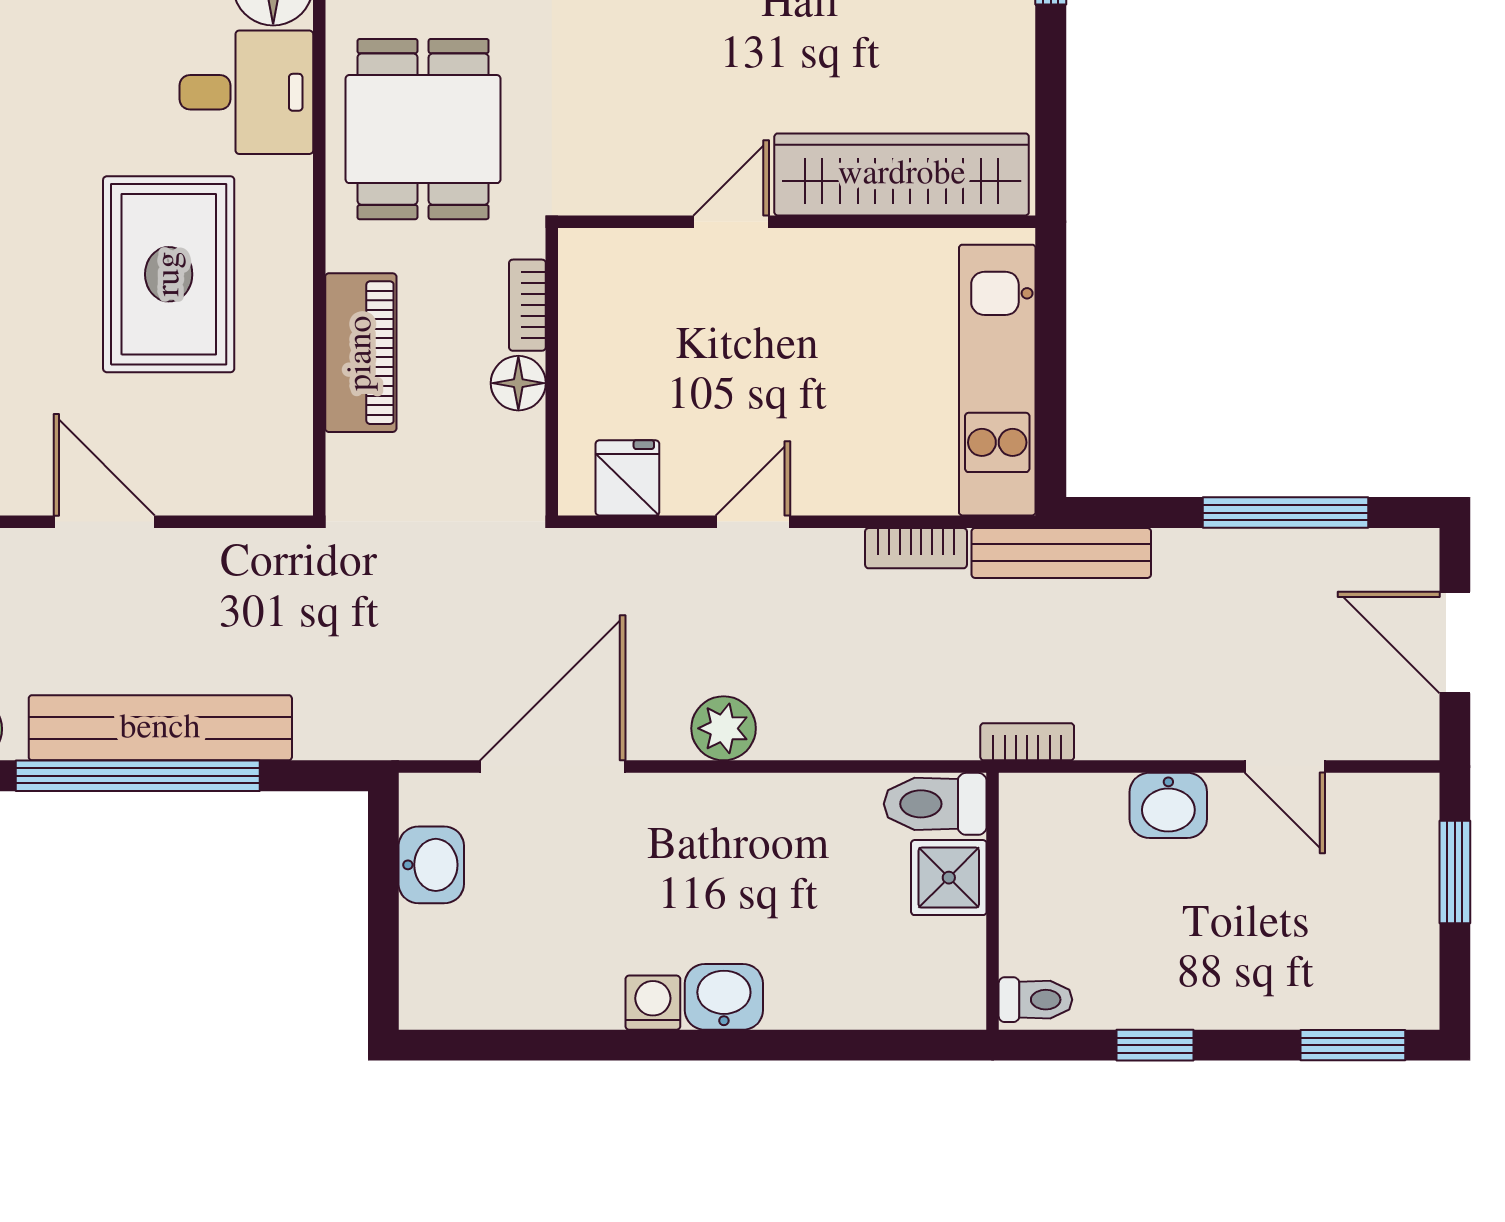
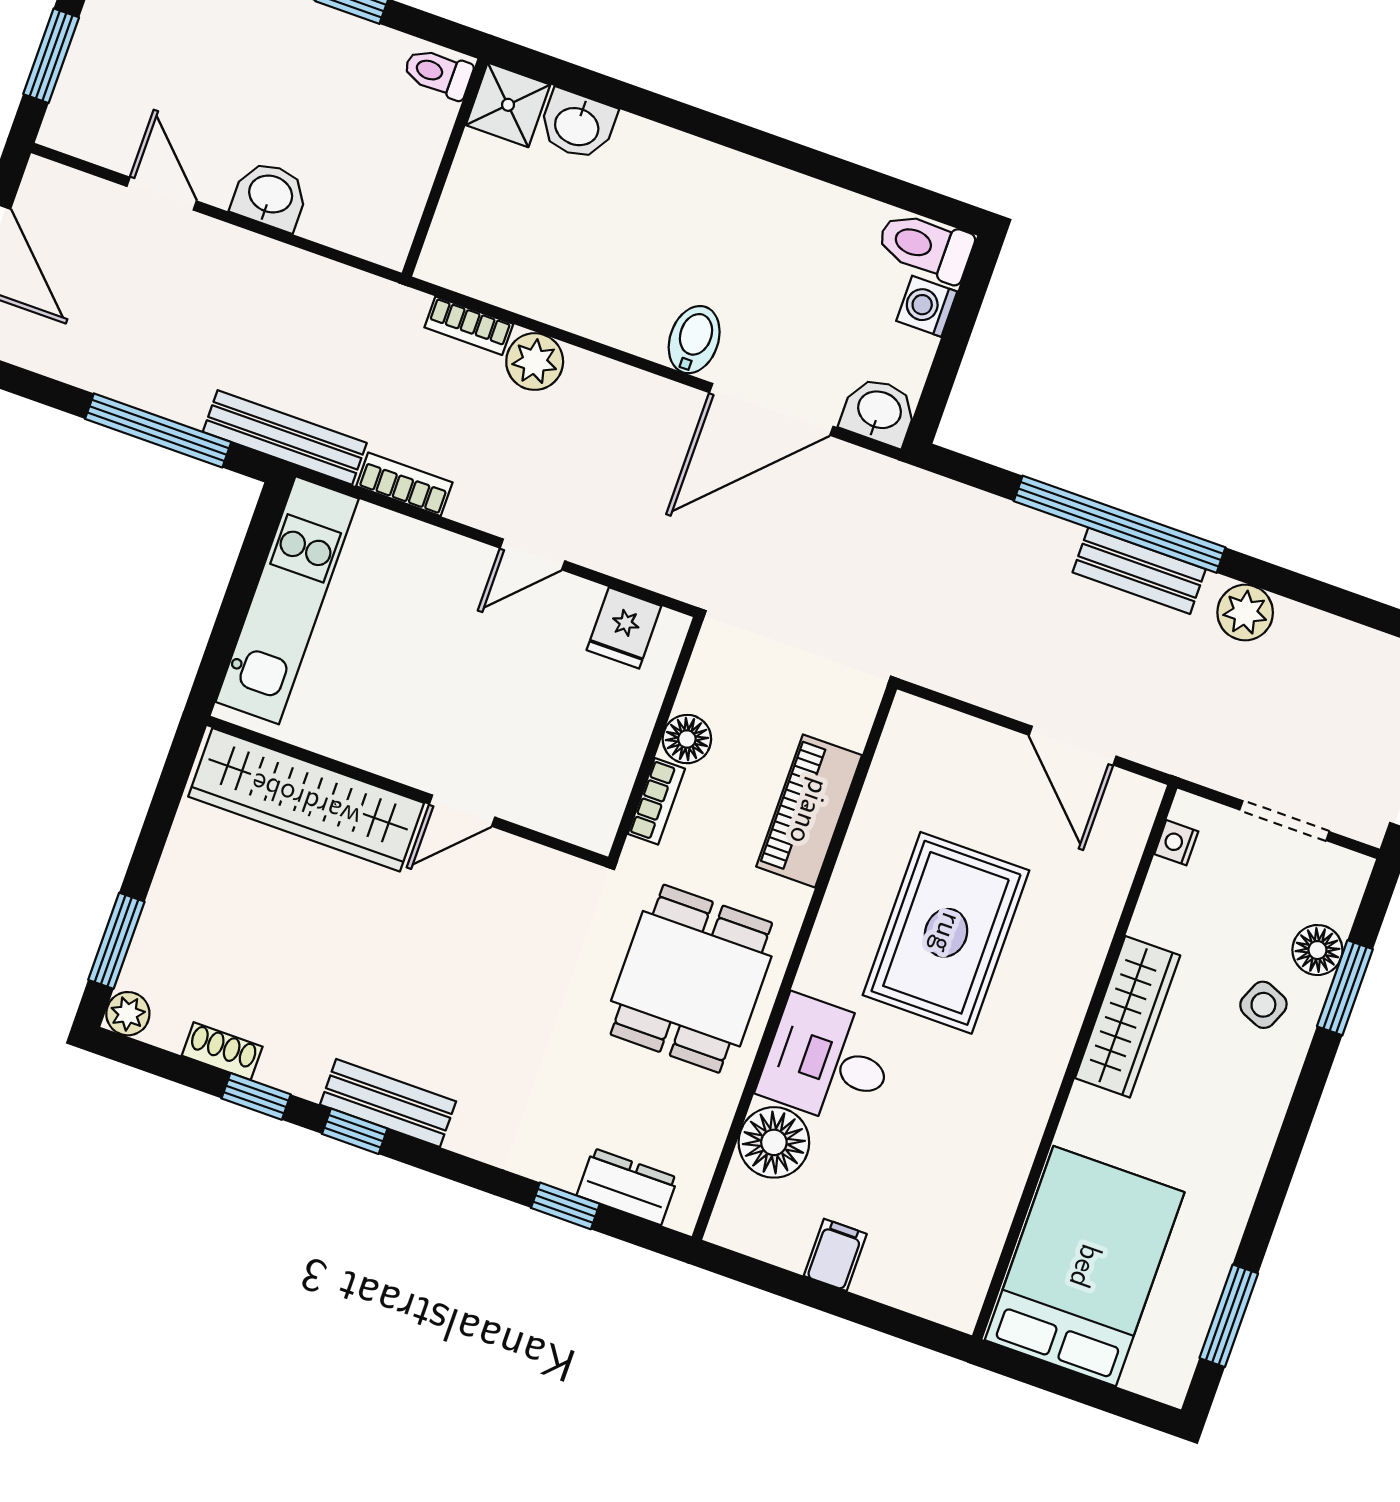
window: (1286, 513) -> (158, 430), moved
bench: (160, 728) -> (1139, 571), width x0.54, depth x0.82
plant: (724, 728) -> (535, 362), moved
bookcase: (1027, 742) -> (469, 326), moved
toilet: (935, 804) -> (925, 246), moved, turned 180
bidet: (662, 812) -> (694, 340), added
washbasin: (431, 865) -> (879, 411), moved, turned 90
shower: (949, 878) -> (508, 105), moved
washbasin: (724, 997) -> (577, 125), moved
washing machine: (653, 1003) -> (927, 306), moved, turned 90

